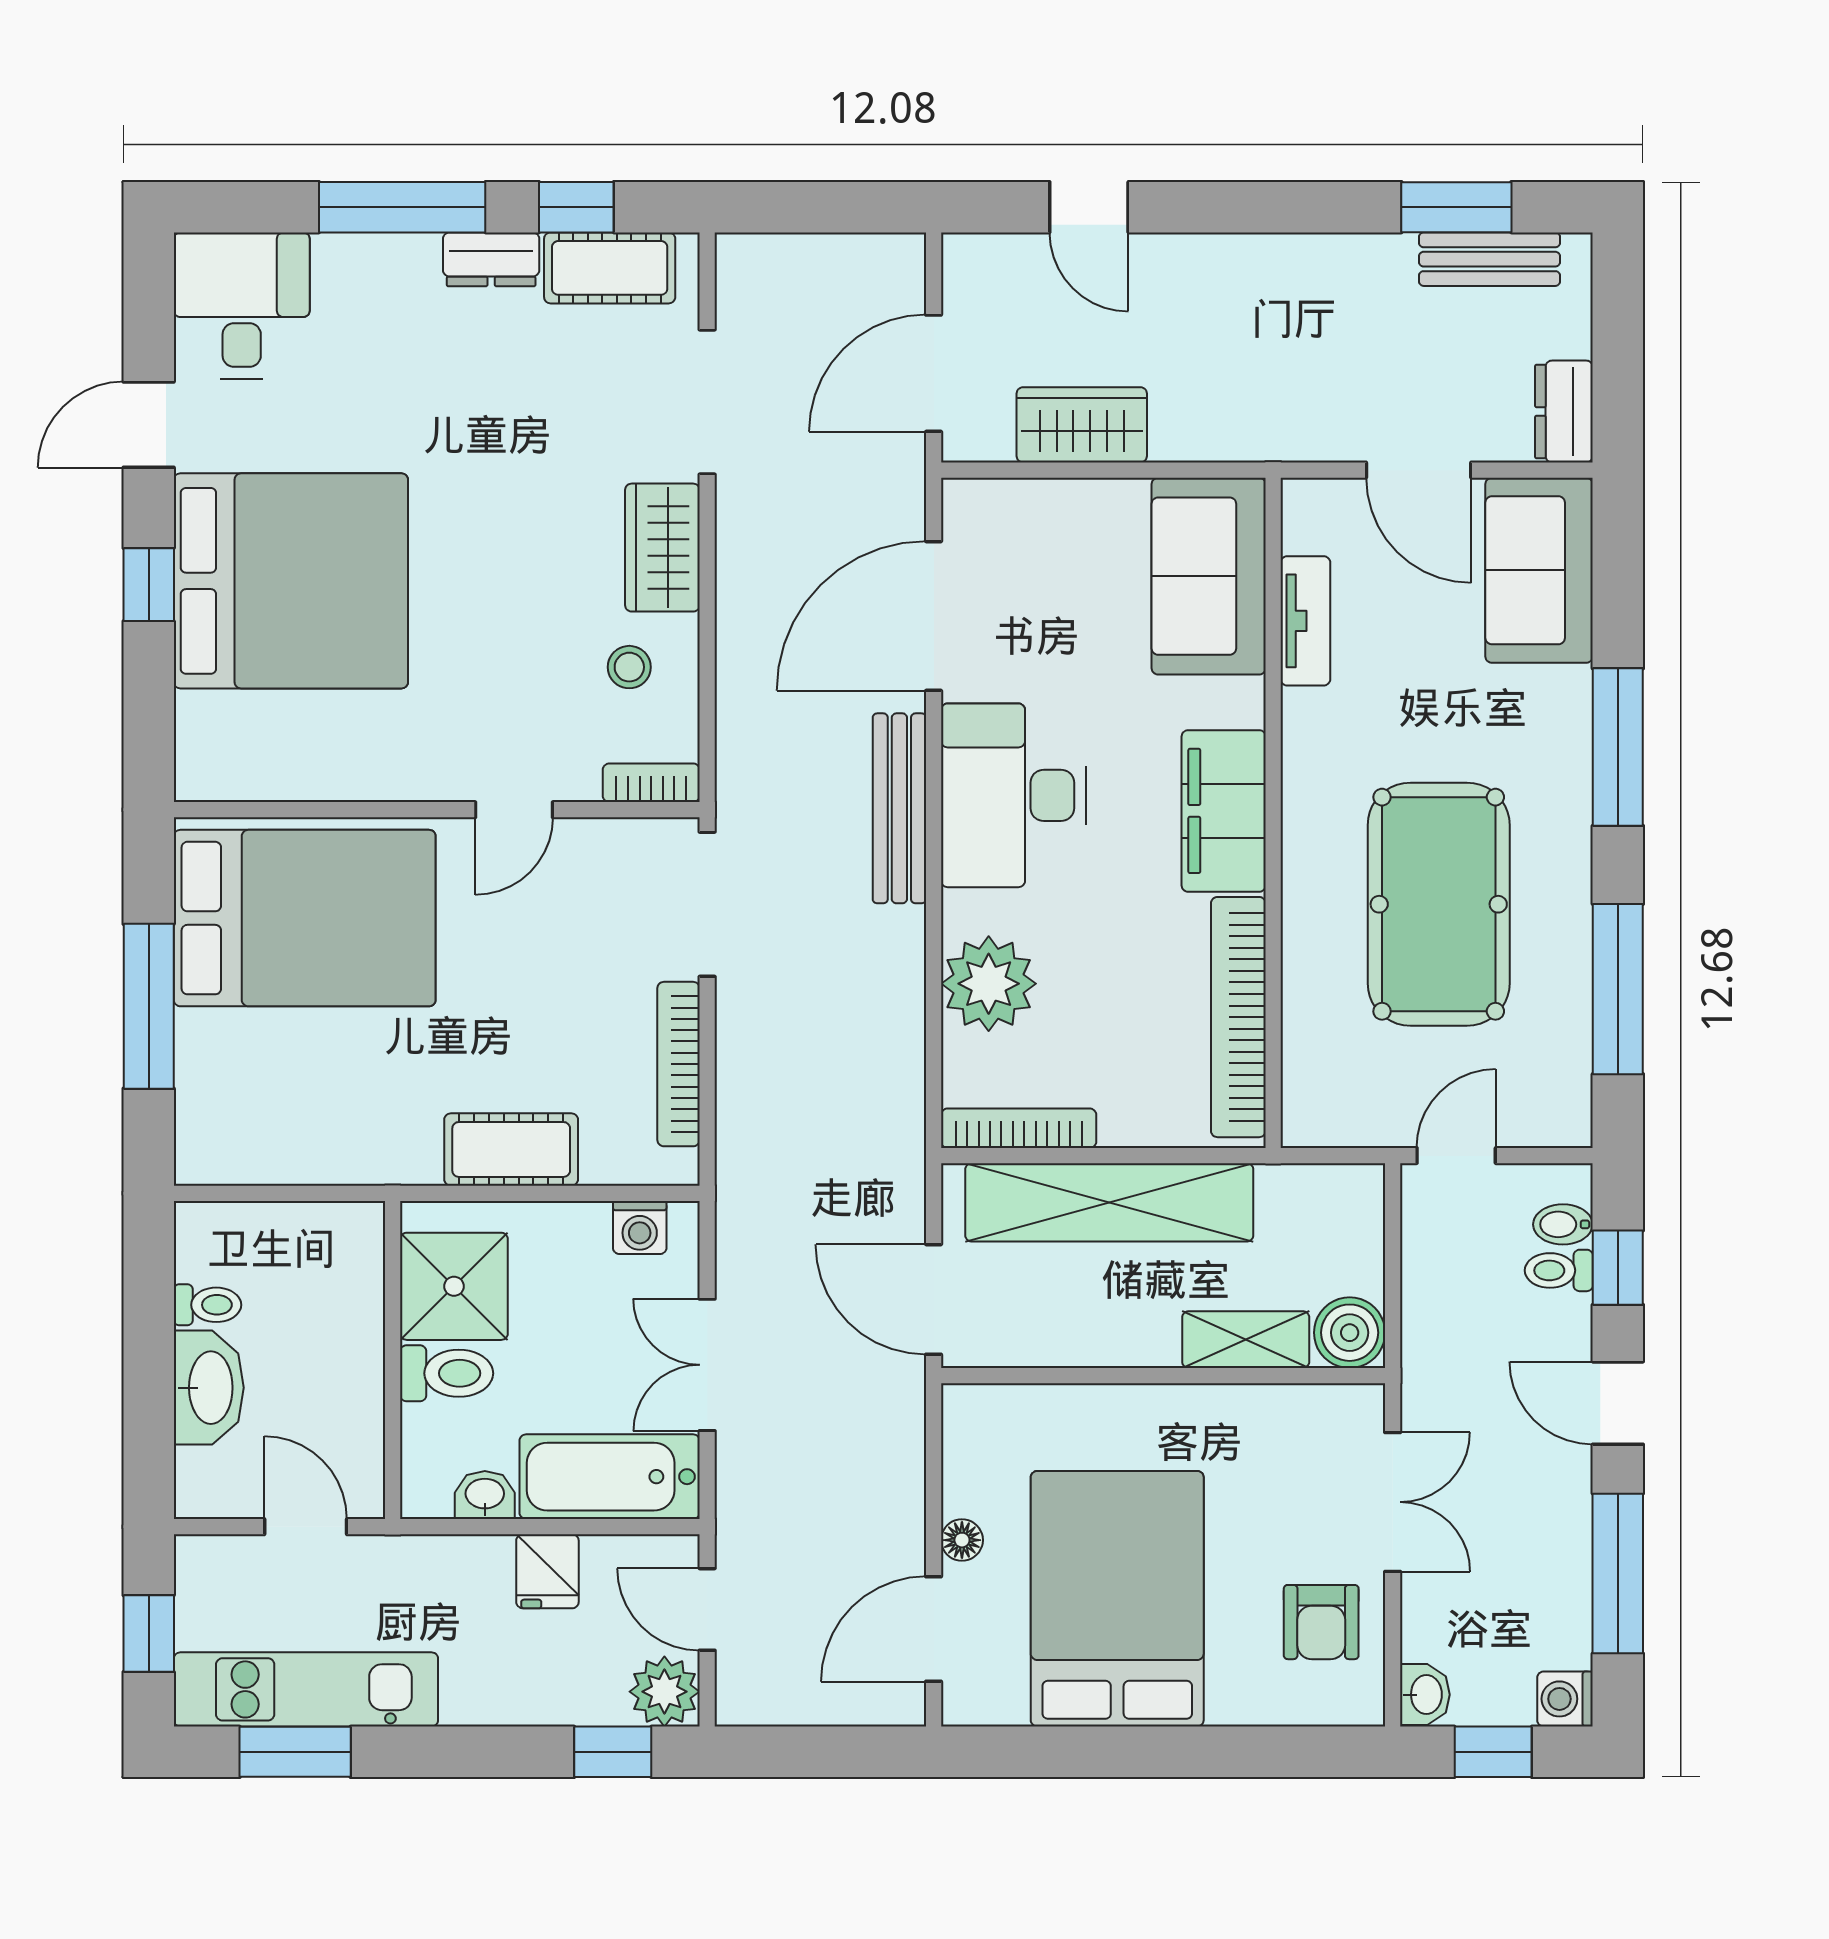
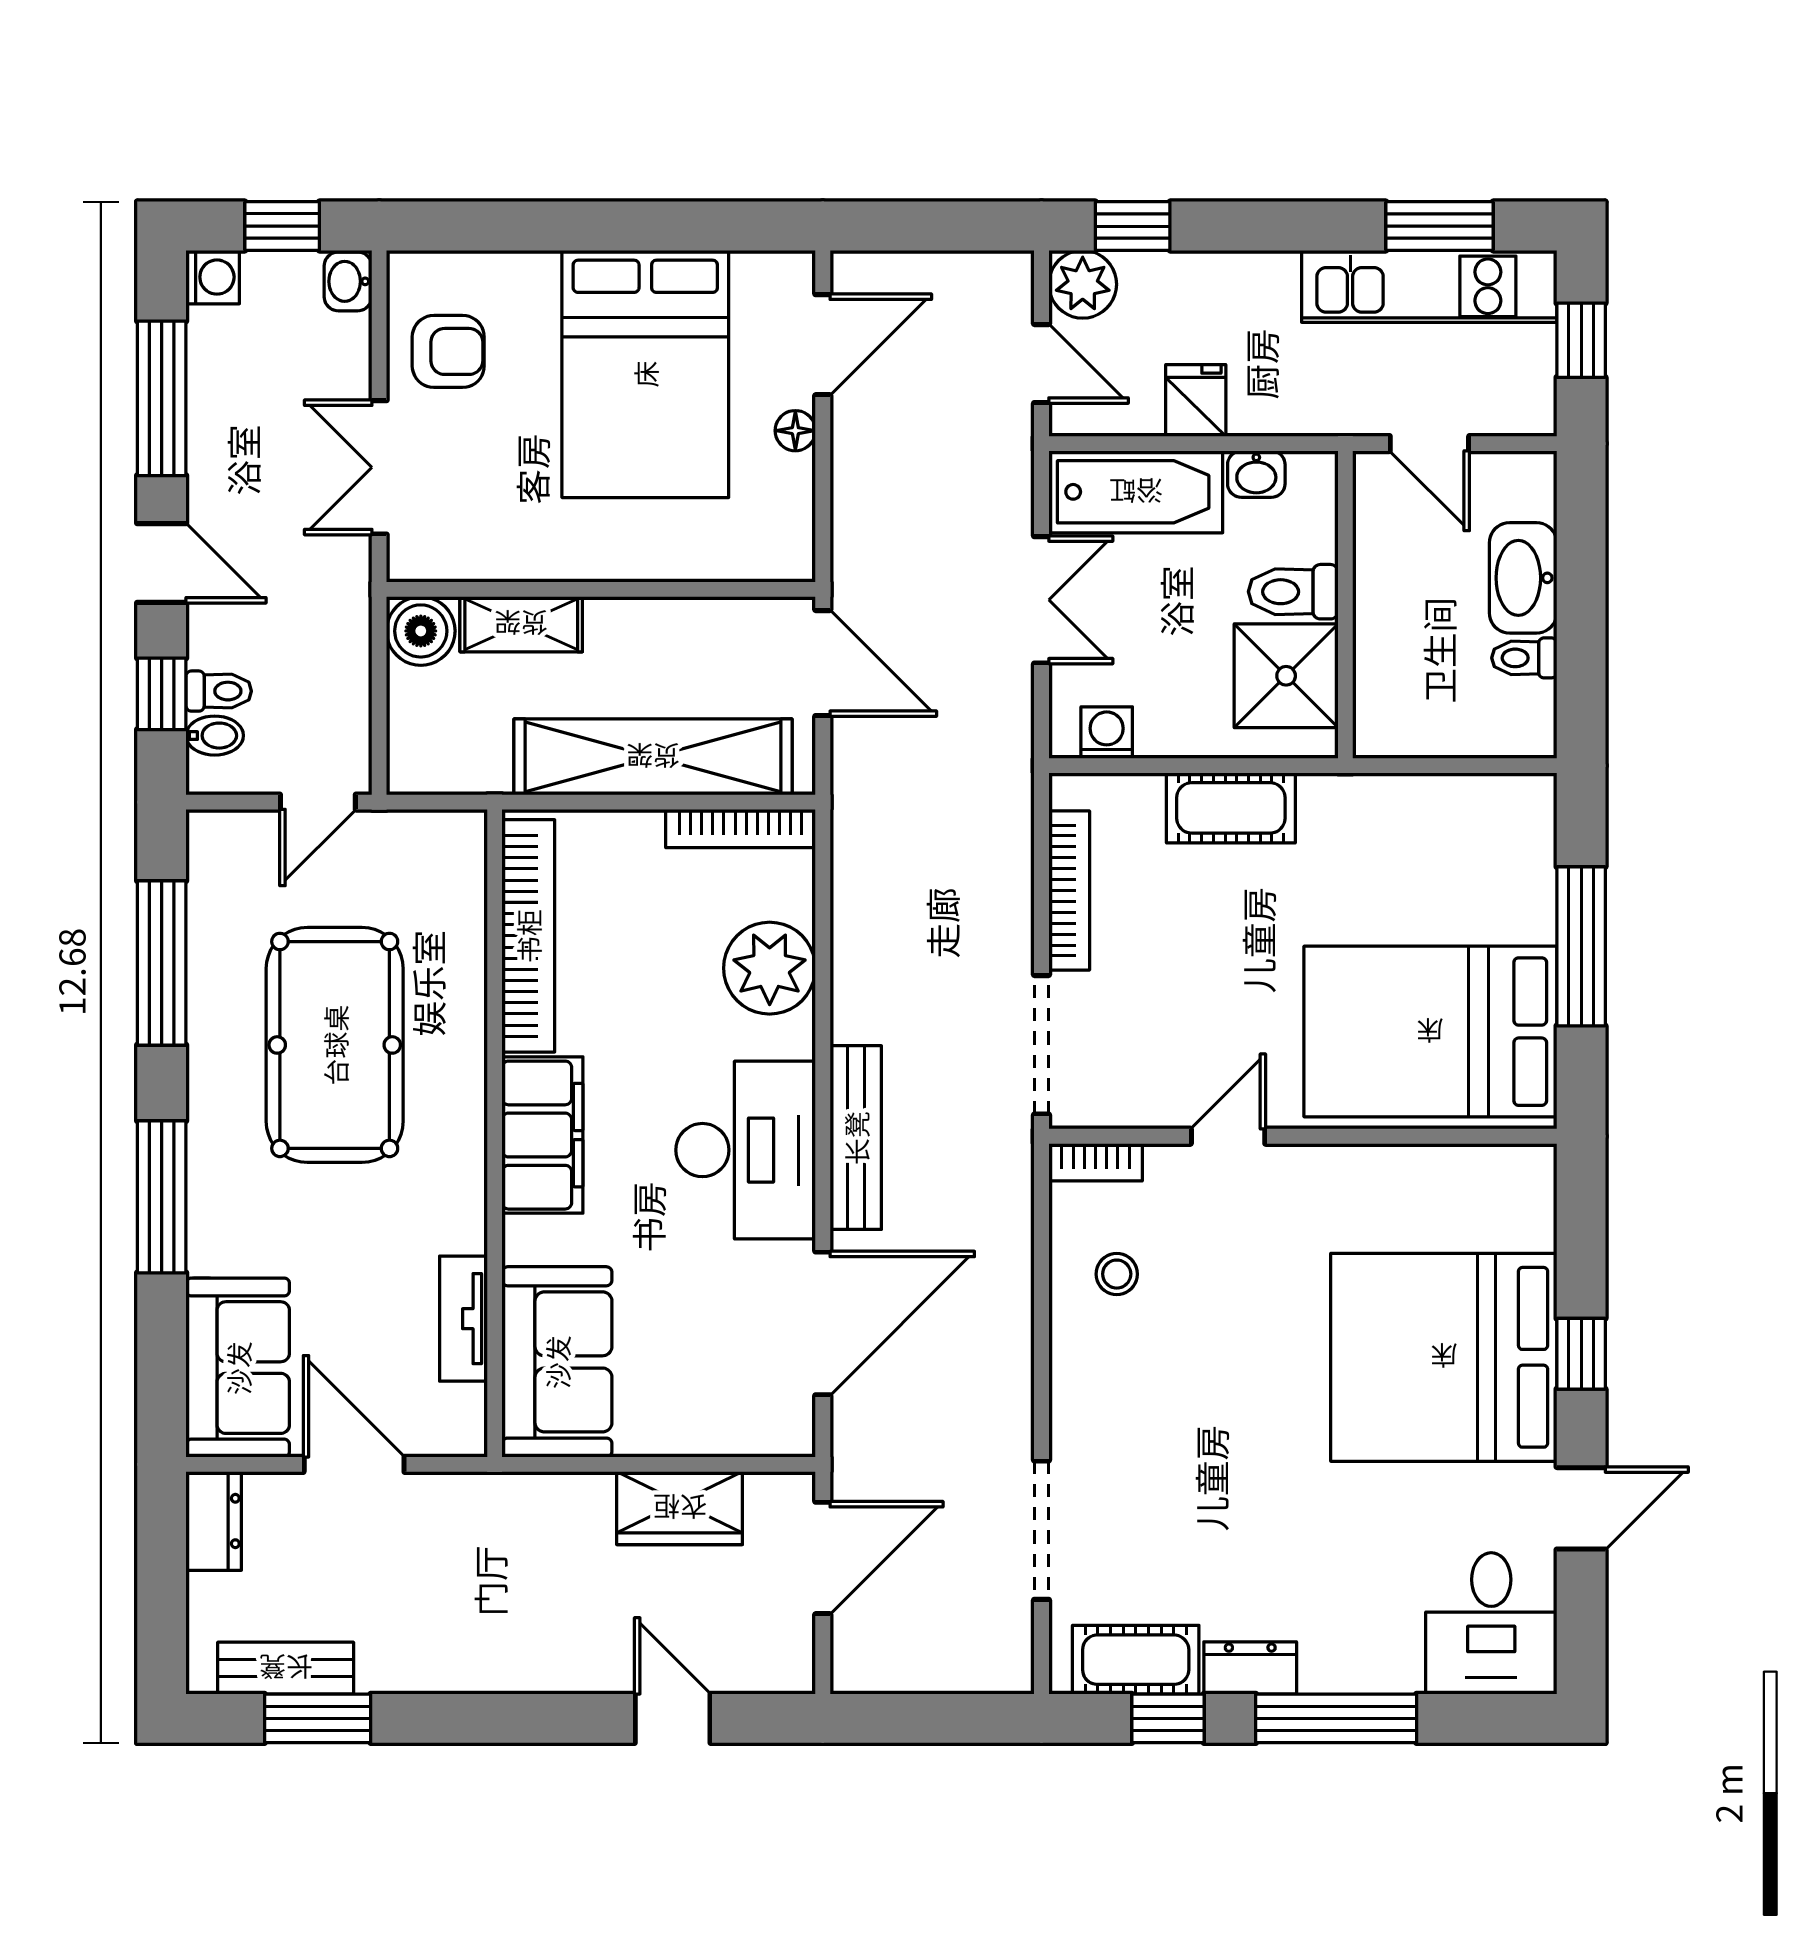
wardrobe: (662, 548) -> (1085, 1390), removed
armchair: (1321, 1622) -> (448, 351), turned 90

